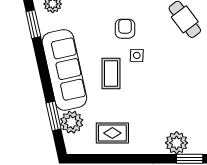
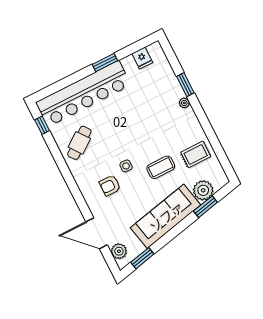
coffee table: (111, 73) -> (161, 167), moved
rug: (112, 133) -> (196, 154), turned 90
plant: (177, 143) -> (184, 103), width x0.53, depth x0.53

